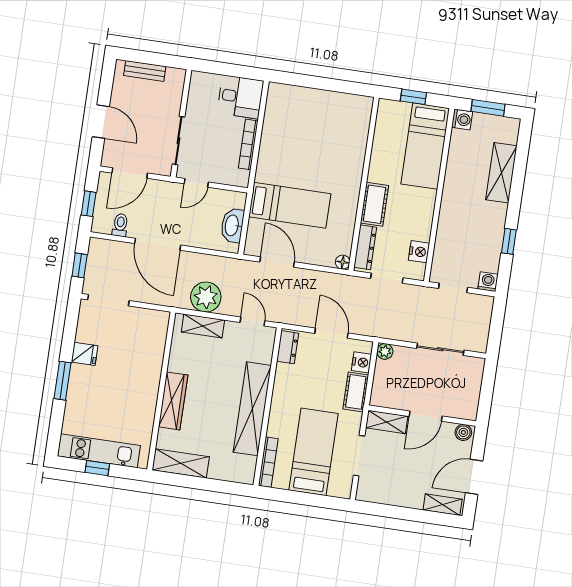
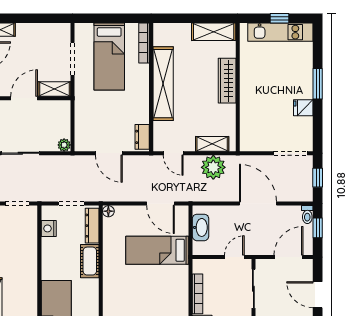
toilet: (120, 225) -> (307, 215), moved
nightstand: (362, 362) -> (81, 133), removed
cot: (356, 392) -> (83, 109), removed

